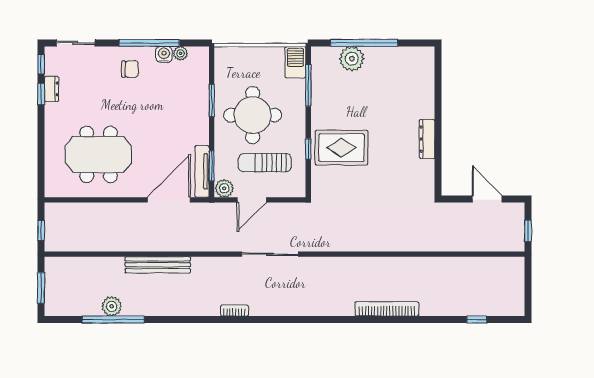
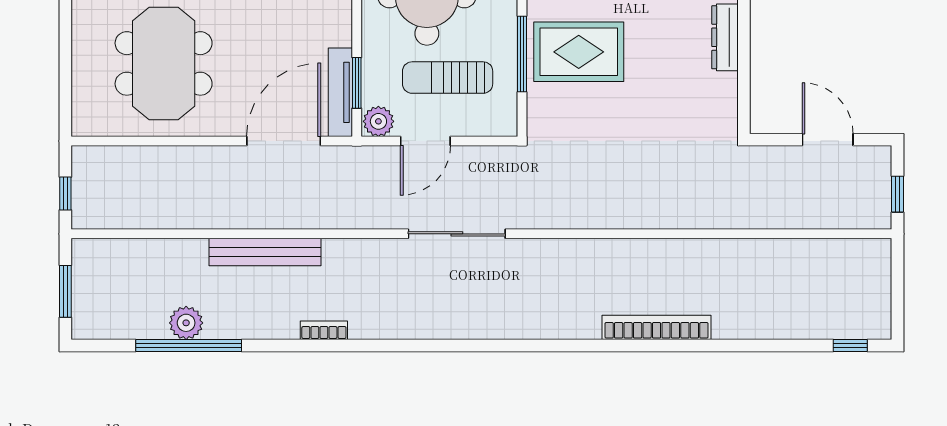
window: (308, 149) -> (522, 54), width x2.17
meeting table: (98, 154) -> (164, 63), turned 90
bookcase: (235, 311) -> (324, 330), moved
window: (477, 319) -> (850, 345), moved

